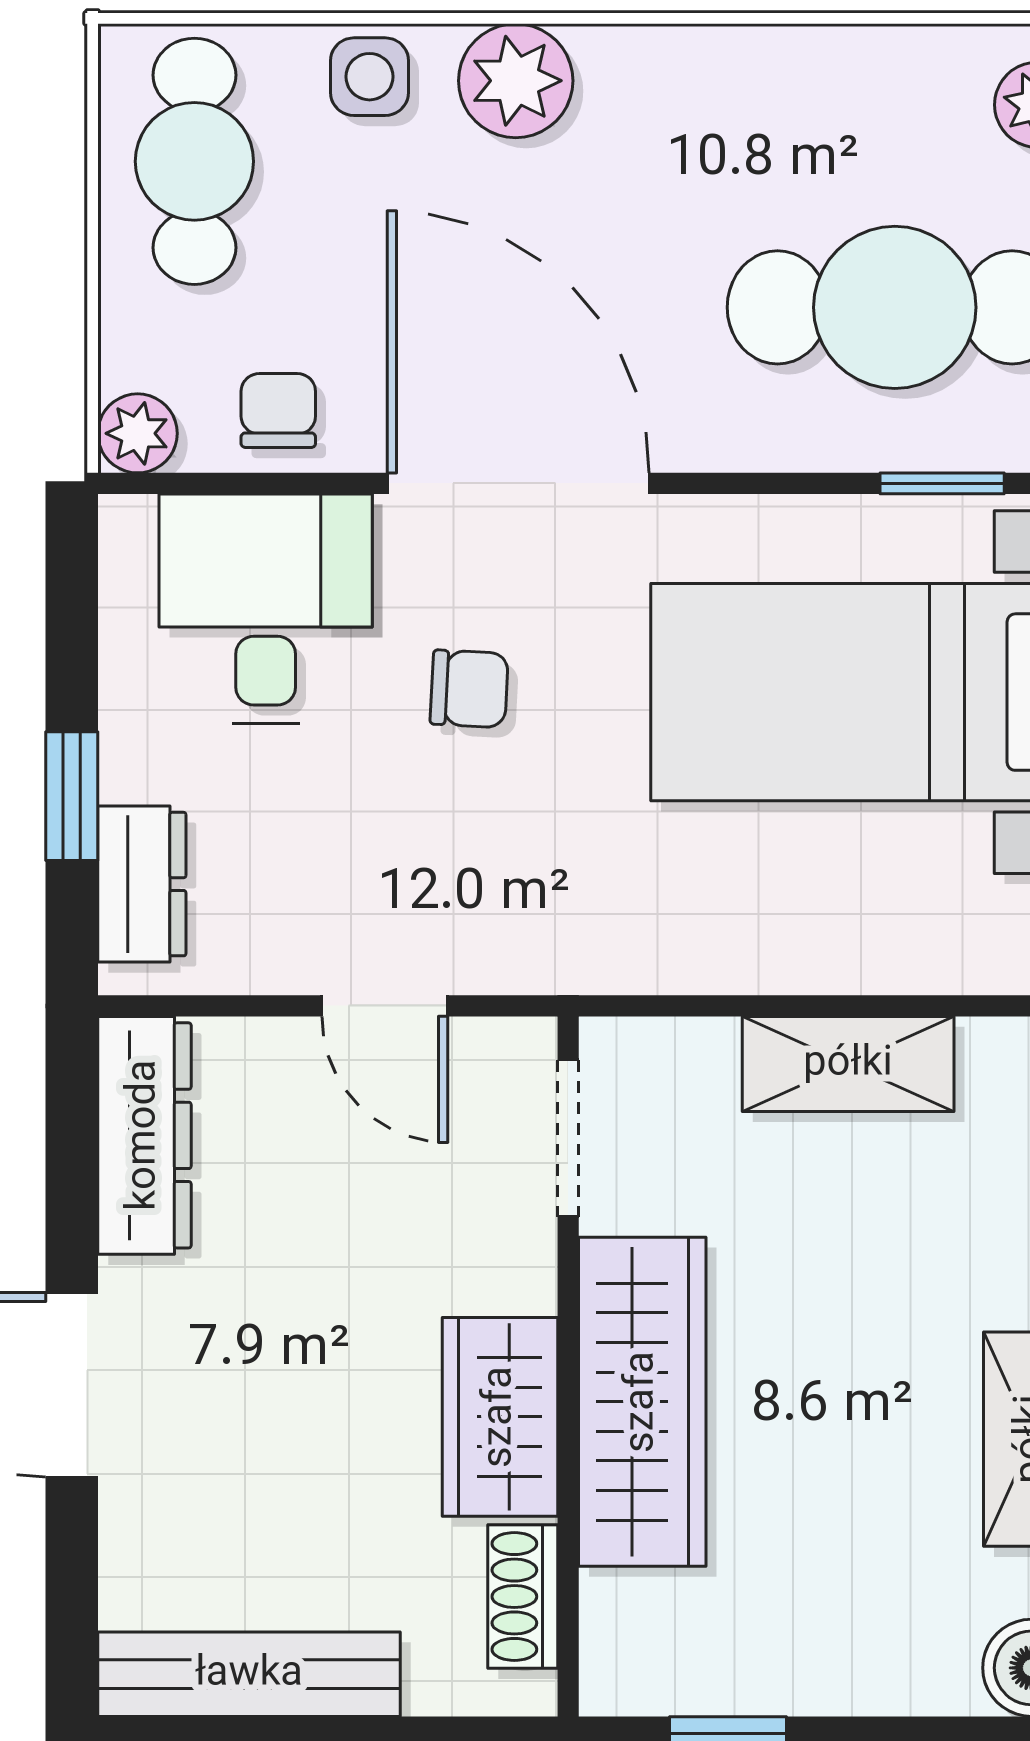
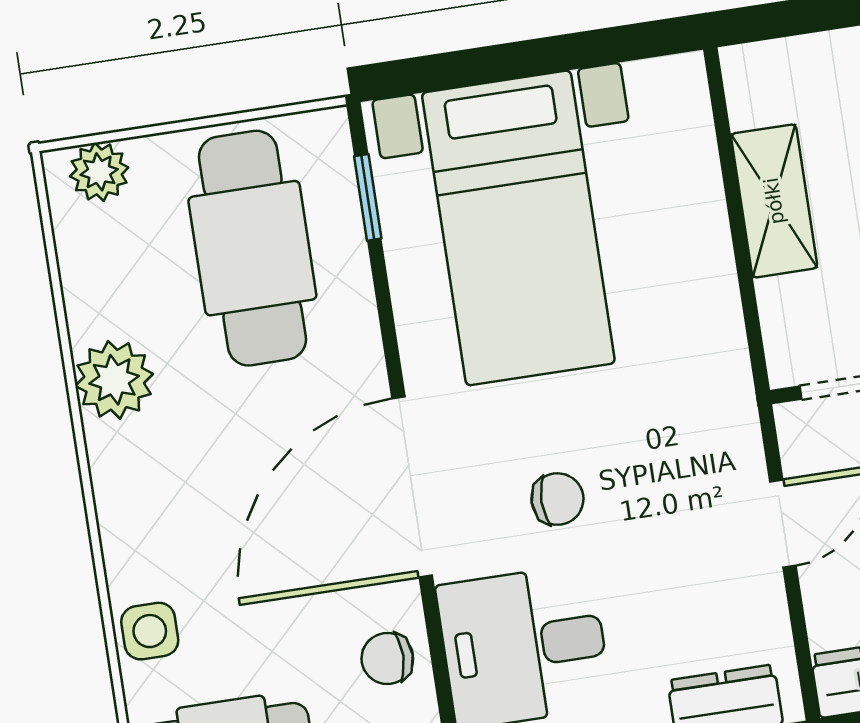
plant: (516, 81) -> (114, 380), moved
chair: (469, 689) -> (557, 499), turned 87

